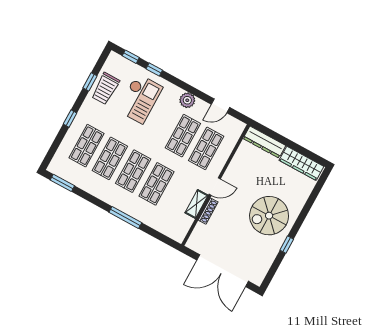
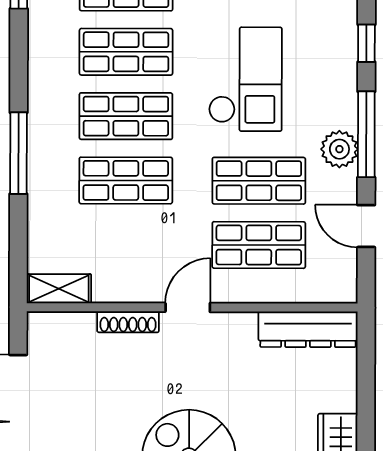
window: (187, 88) -> (366, 134), added
checkout: (140, 99) -> (245, 79), moved, turned -90
dresser: (264, 142) -> (308, 329), moved, turned -90
door: (215, 187) -> (188, 307), swing flipped
shelving: (196, 204) -> (59, 289), moved

